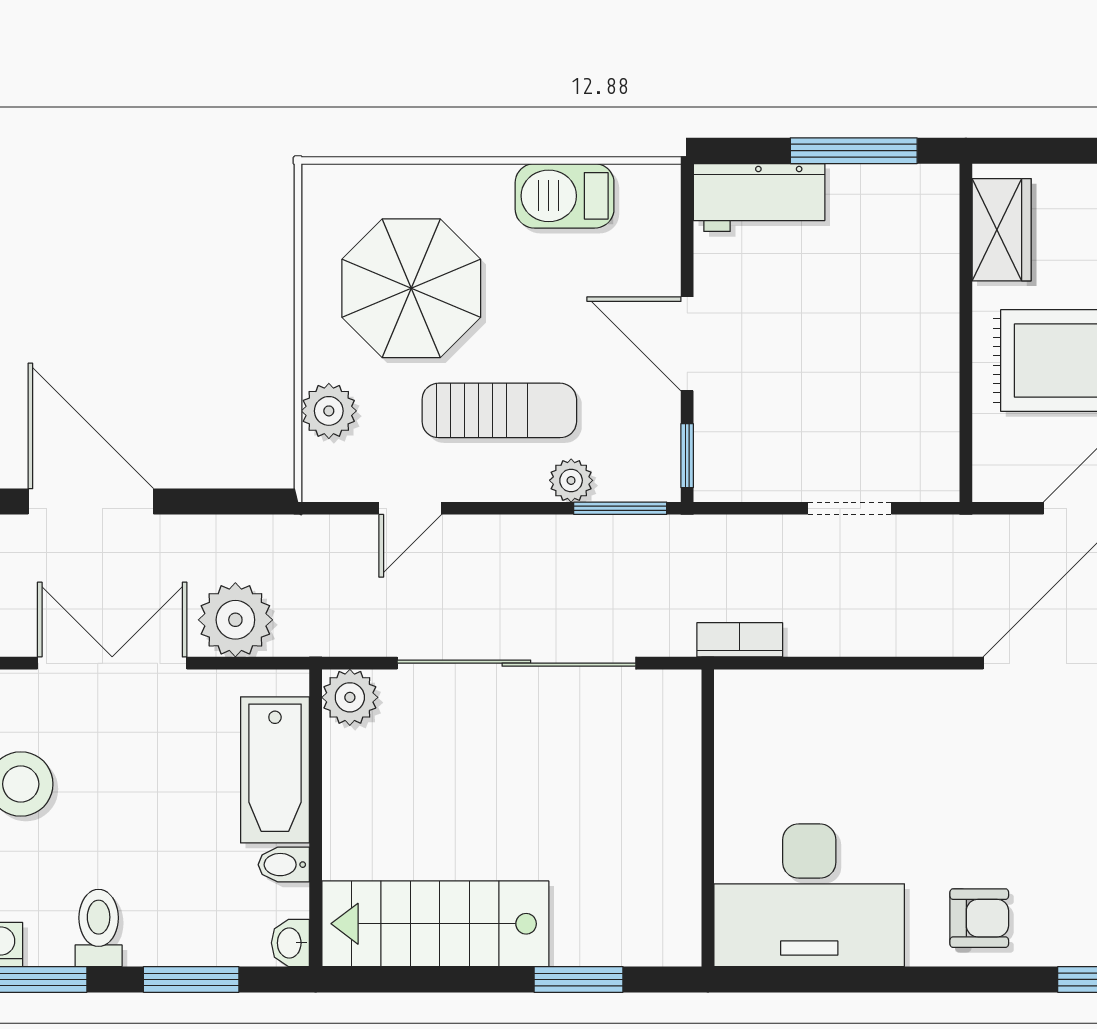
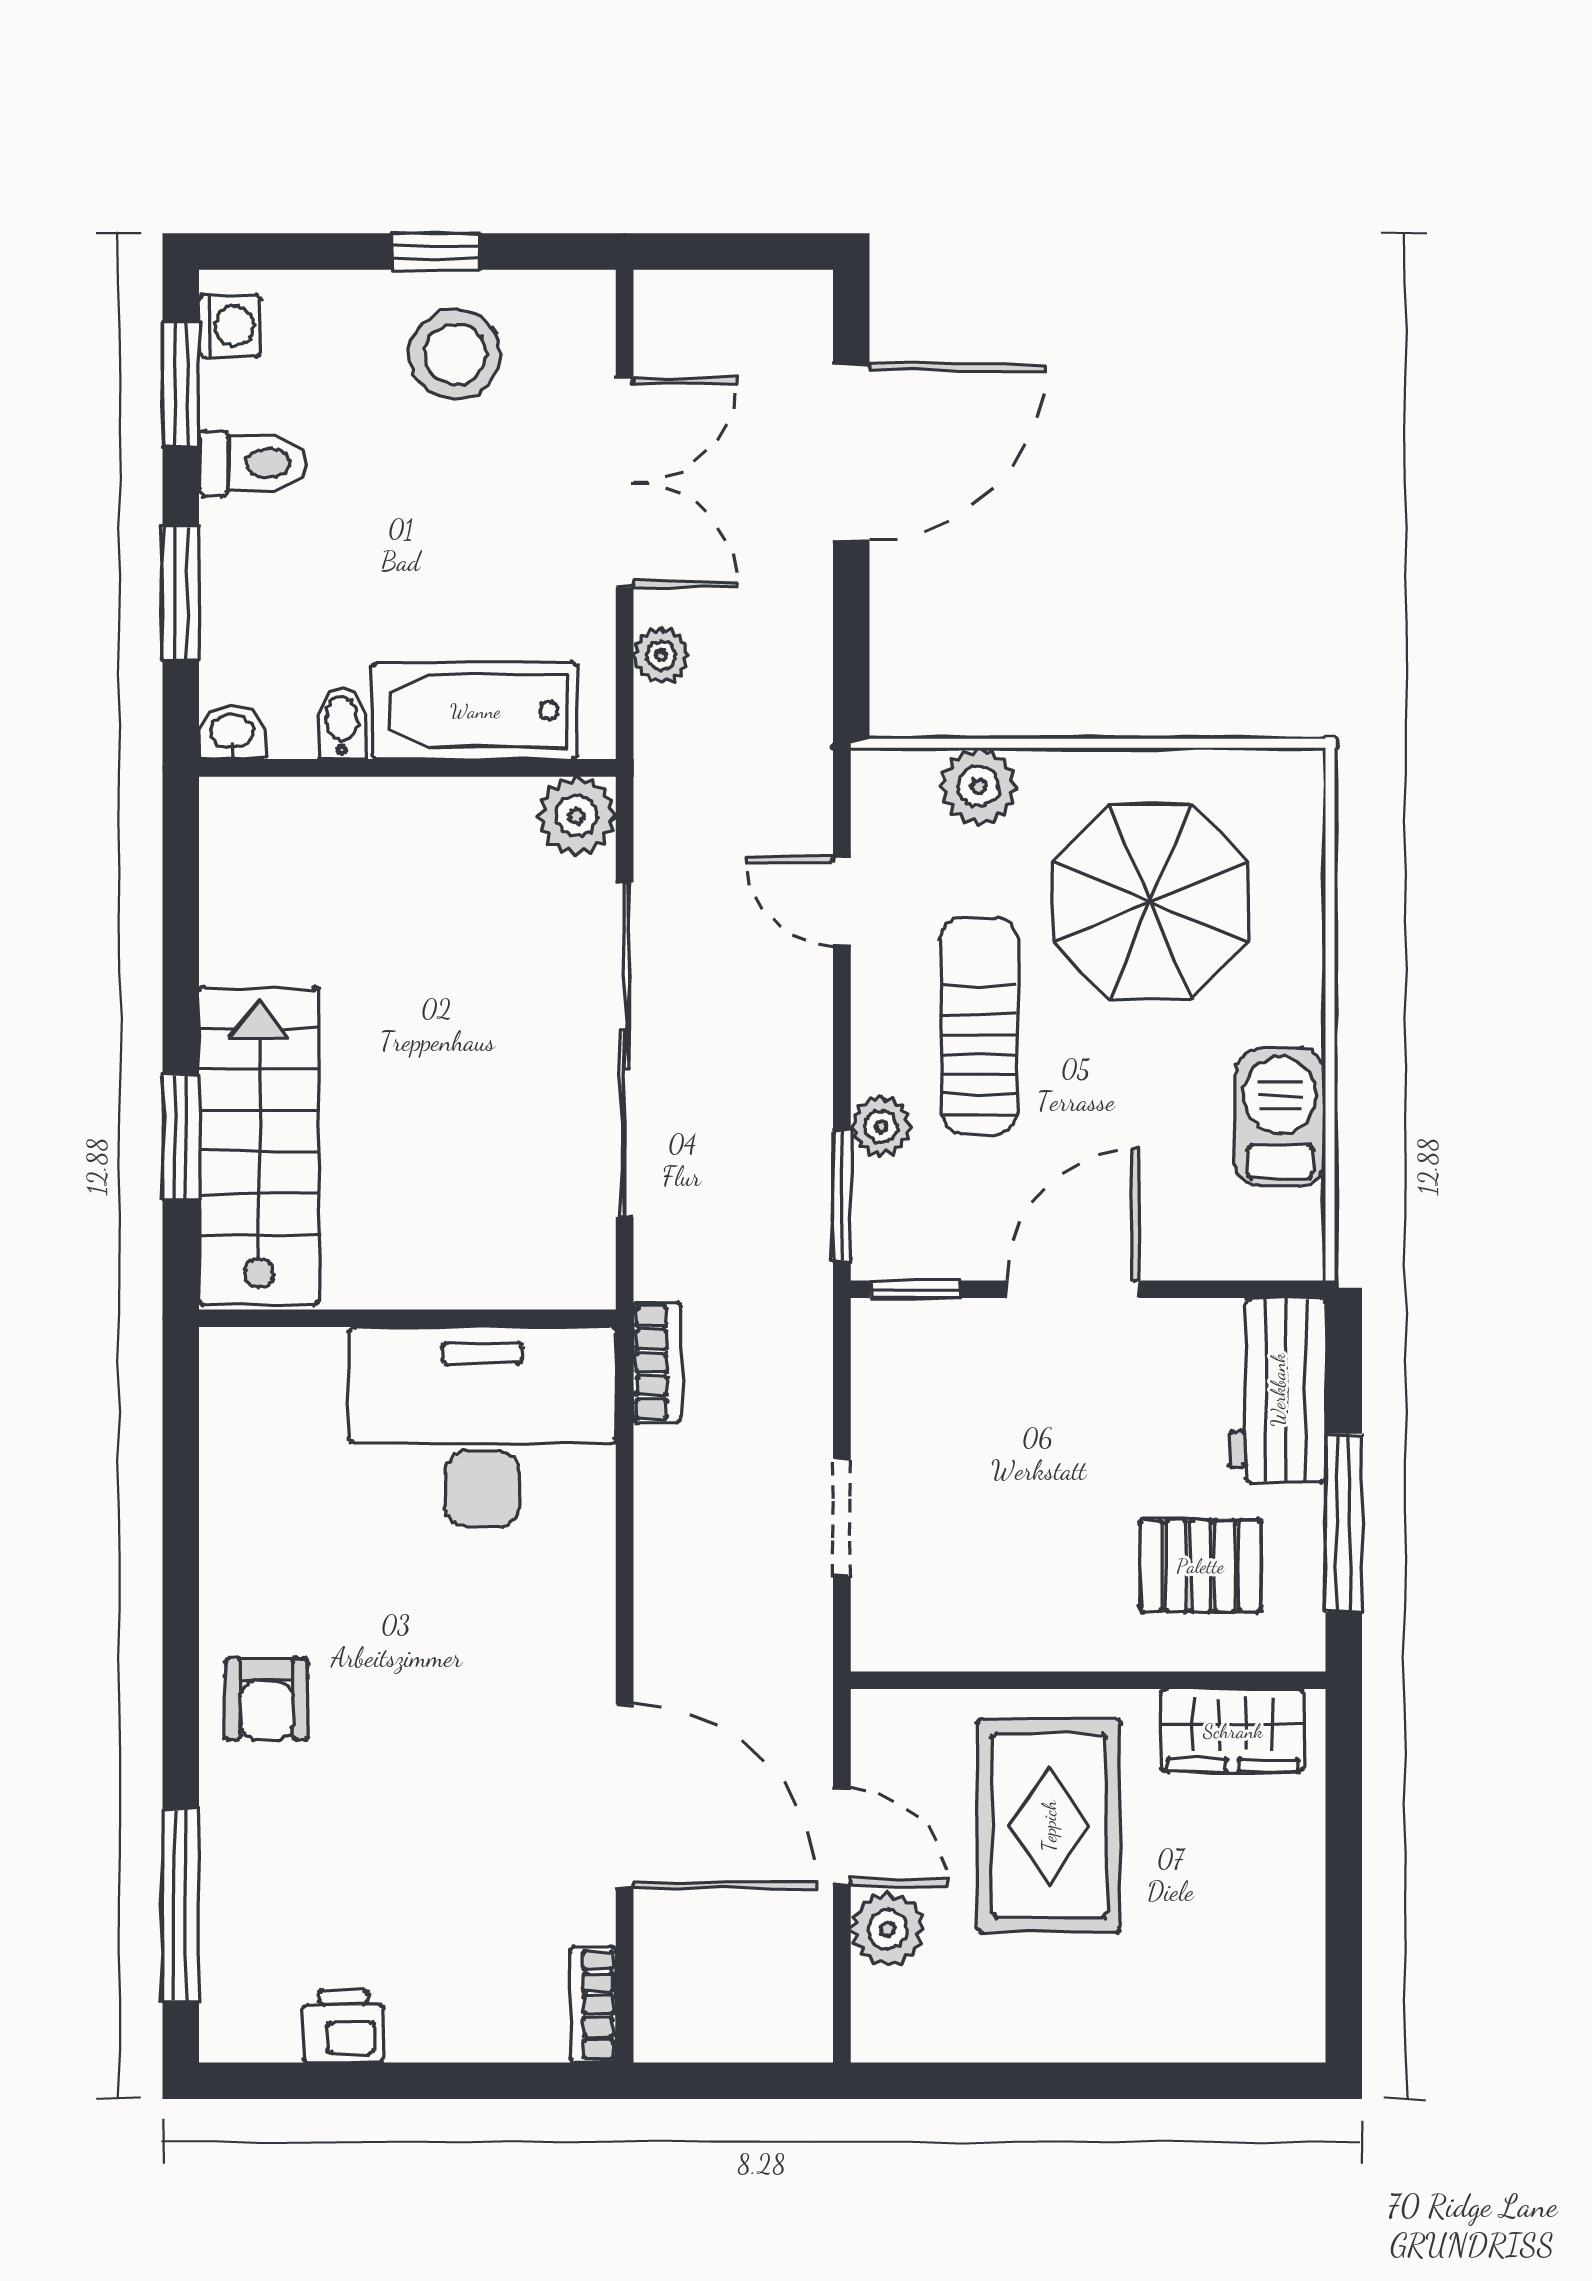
pallet: (884, 253) -> (1200, 1566), added
sun lounger: (499, 410) -> (979, 1026), turned 180
plant: (235, 620) -> (661, 655), width x0.53, depth x0.53
desk: (809, 895) -> (482, 1427), moved, turned 90
stairs: (435, 924) -> (259, 1146), moved

